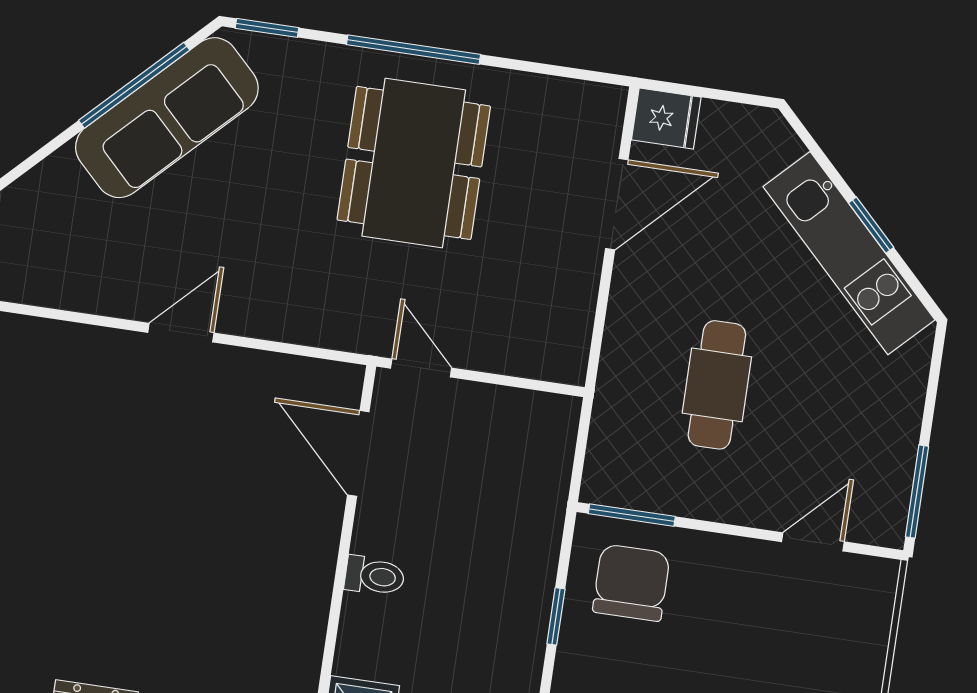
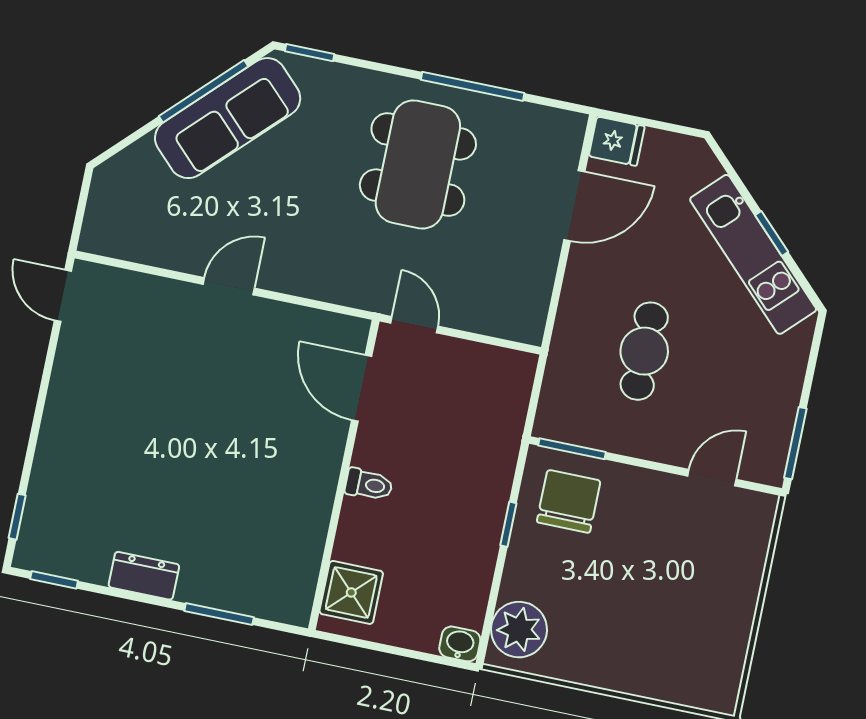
window: (413, 50) -> (473, 86), moved

